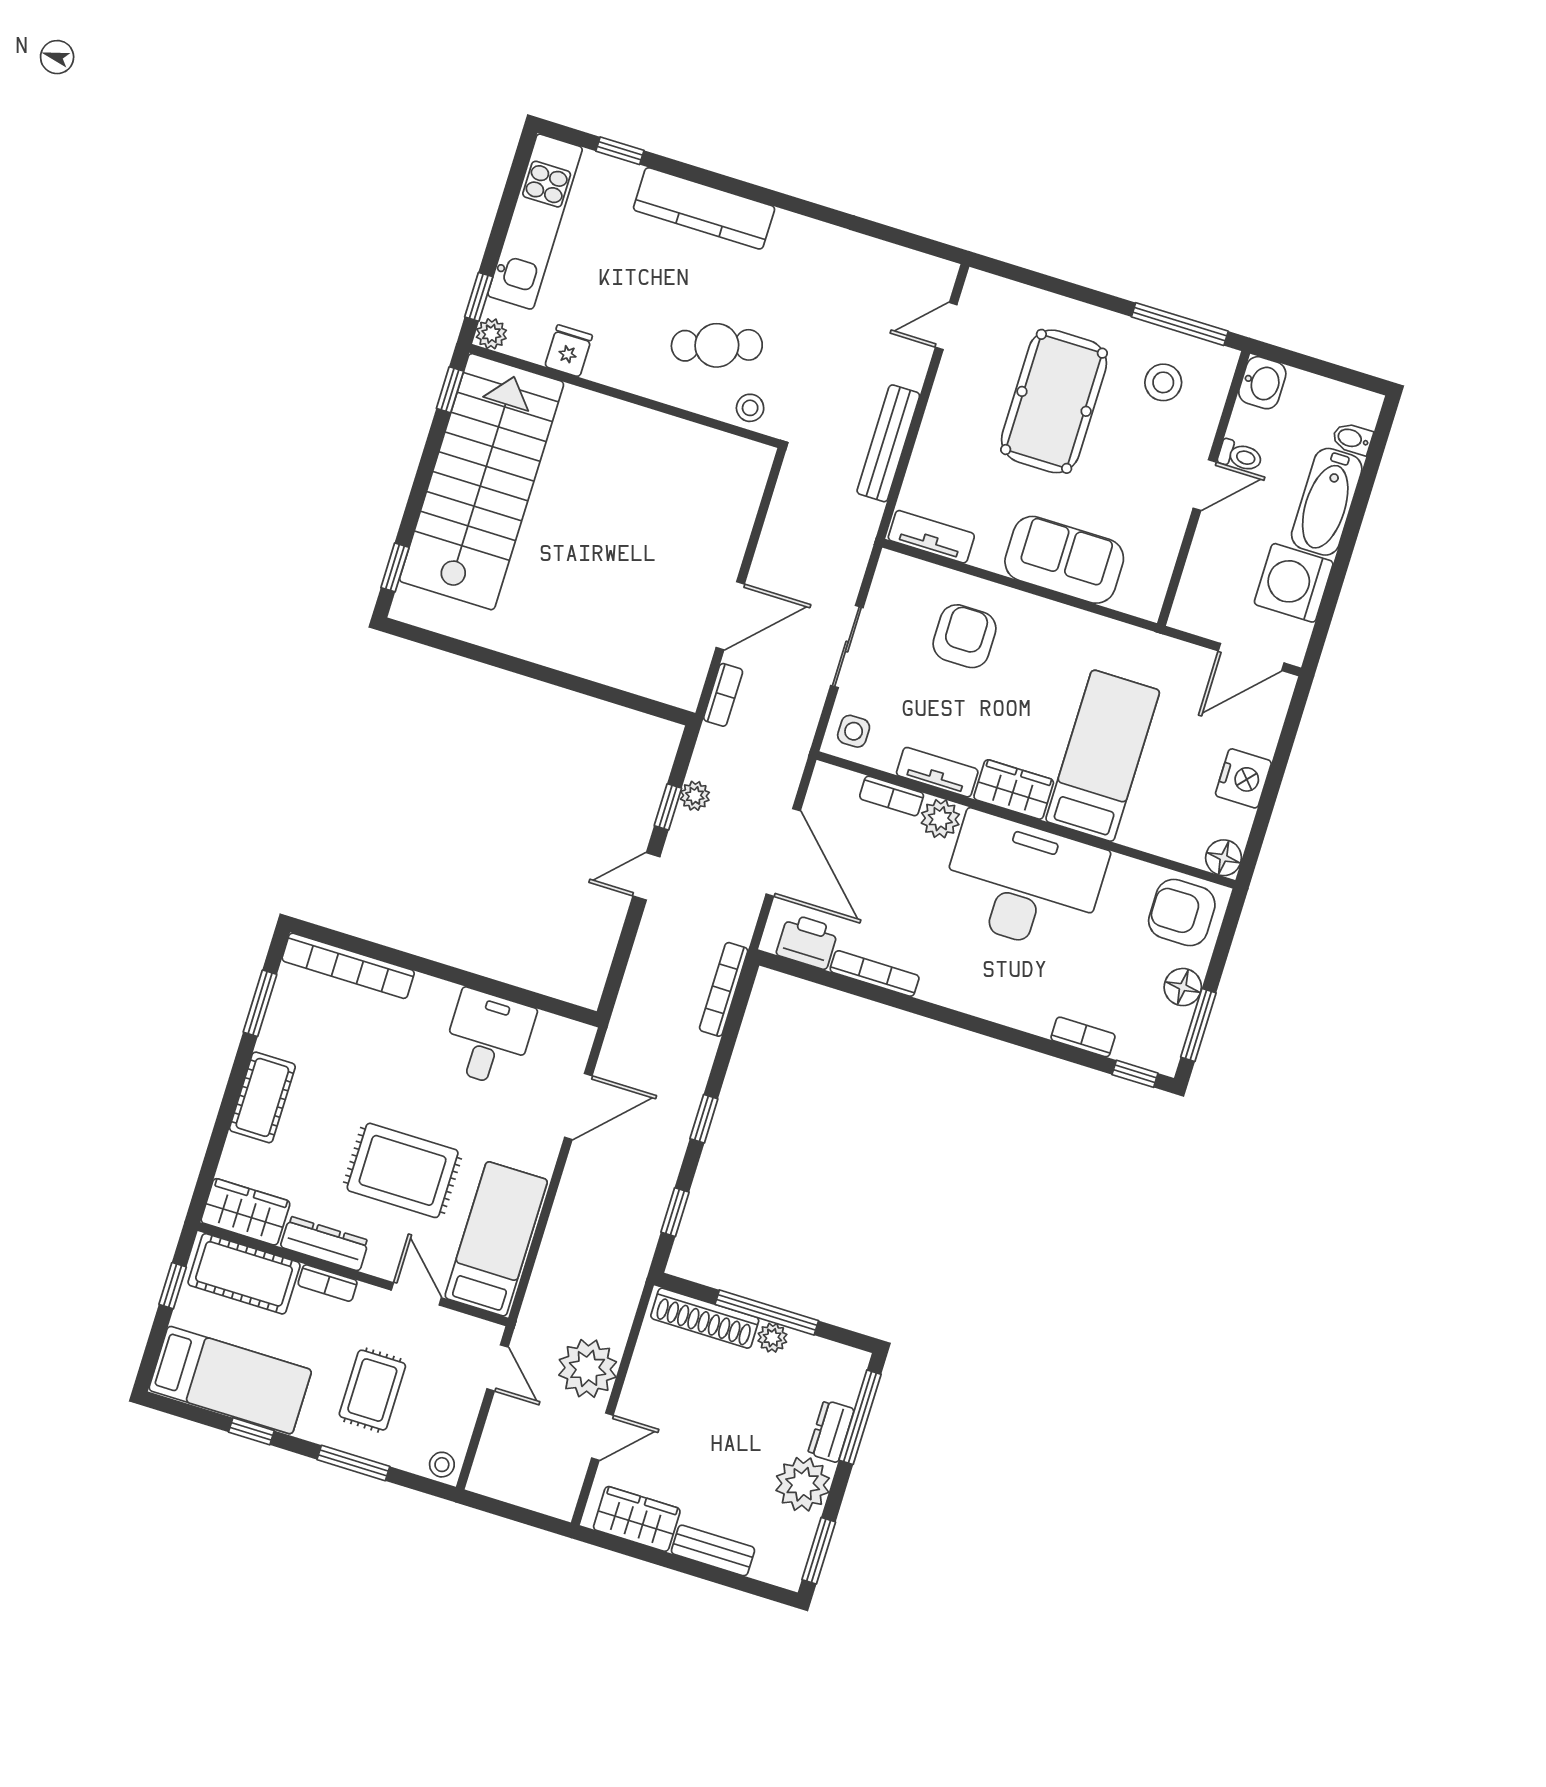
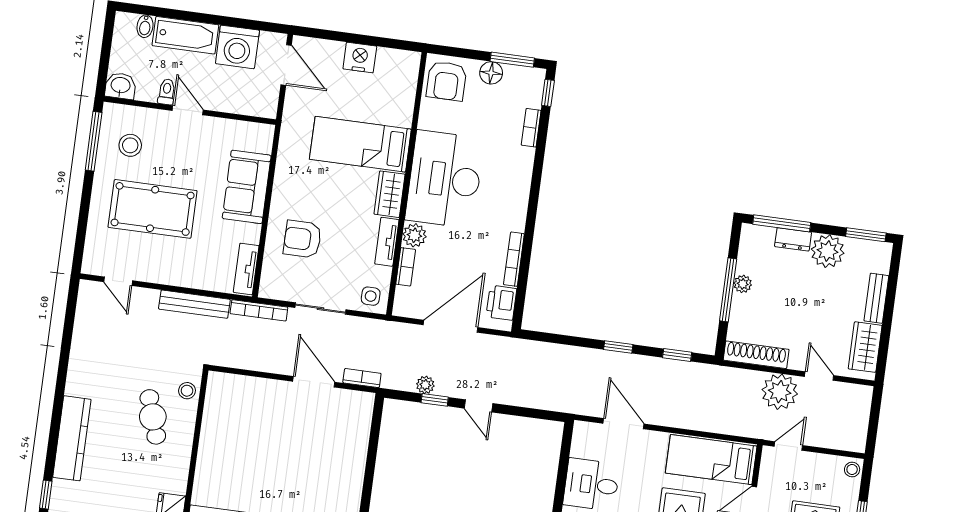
floor lamp: (1224, 858) -> (409, 61), removed
bookcase: (724, 989) -> (259, 310), moved
shoe rack: (705, 1318) -> (756, 355), moved, turned -90

